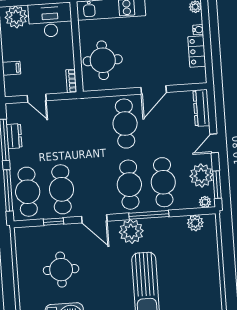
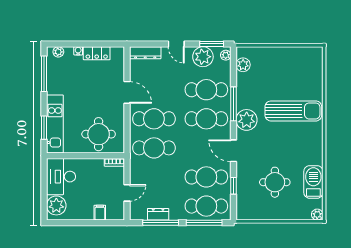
cafe table: (91, 126) -> (154, 148), added
door: (94, 219) -> (233, 151), swing flipped

